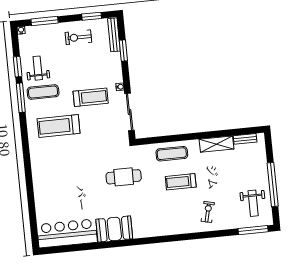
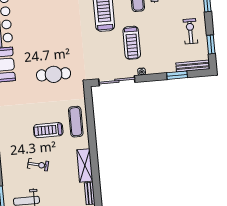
cafe table: (124, 177) -> (54, 74), turned 90
treadmill: (181, 182) -> (48, 130), turned -90
exercise bike: (208, 212) -> (38, 165), moved

